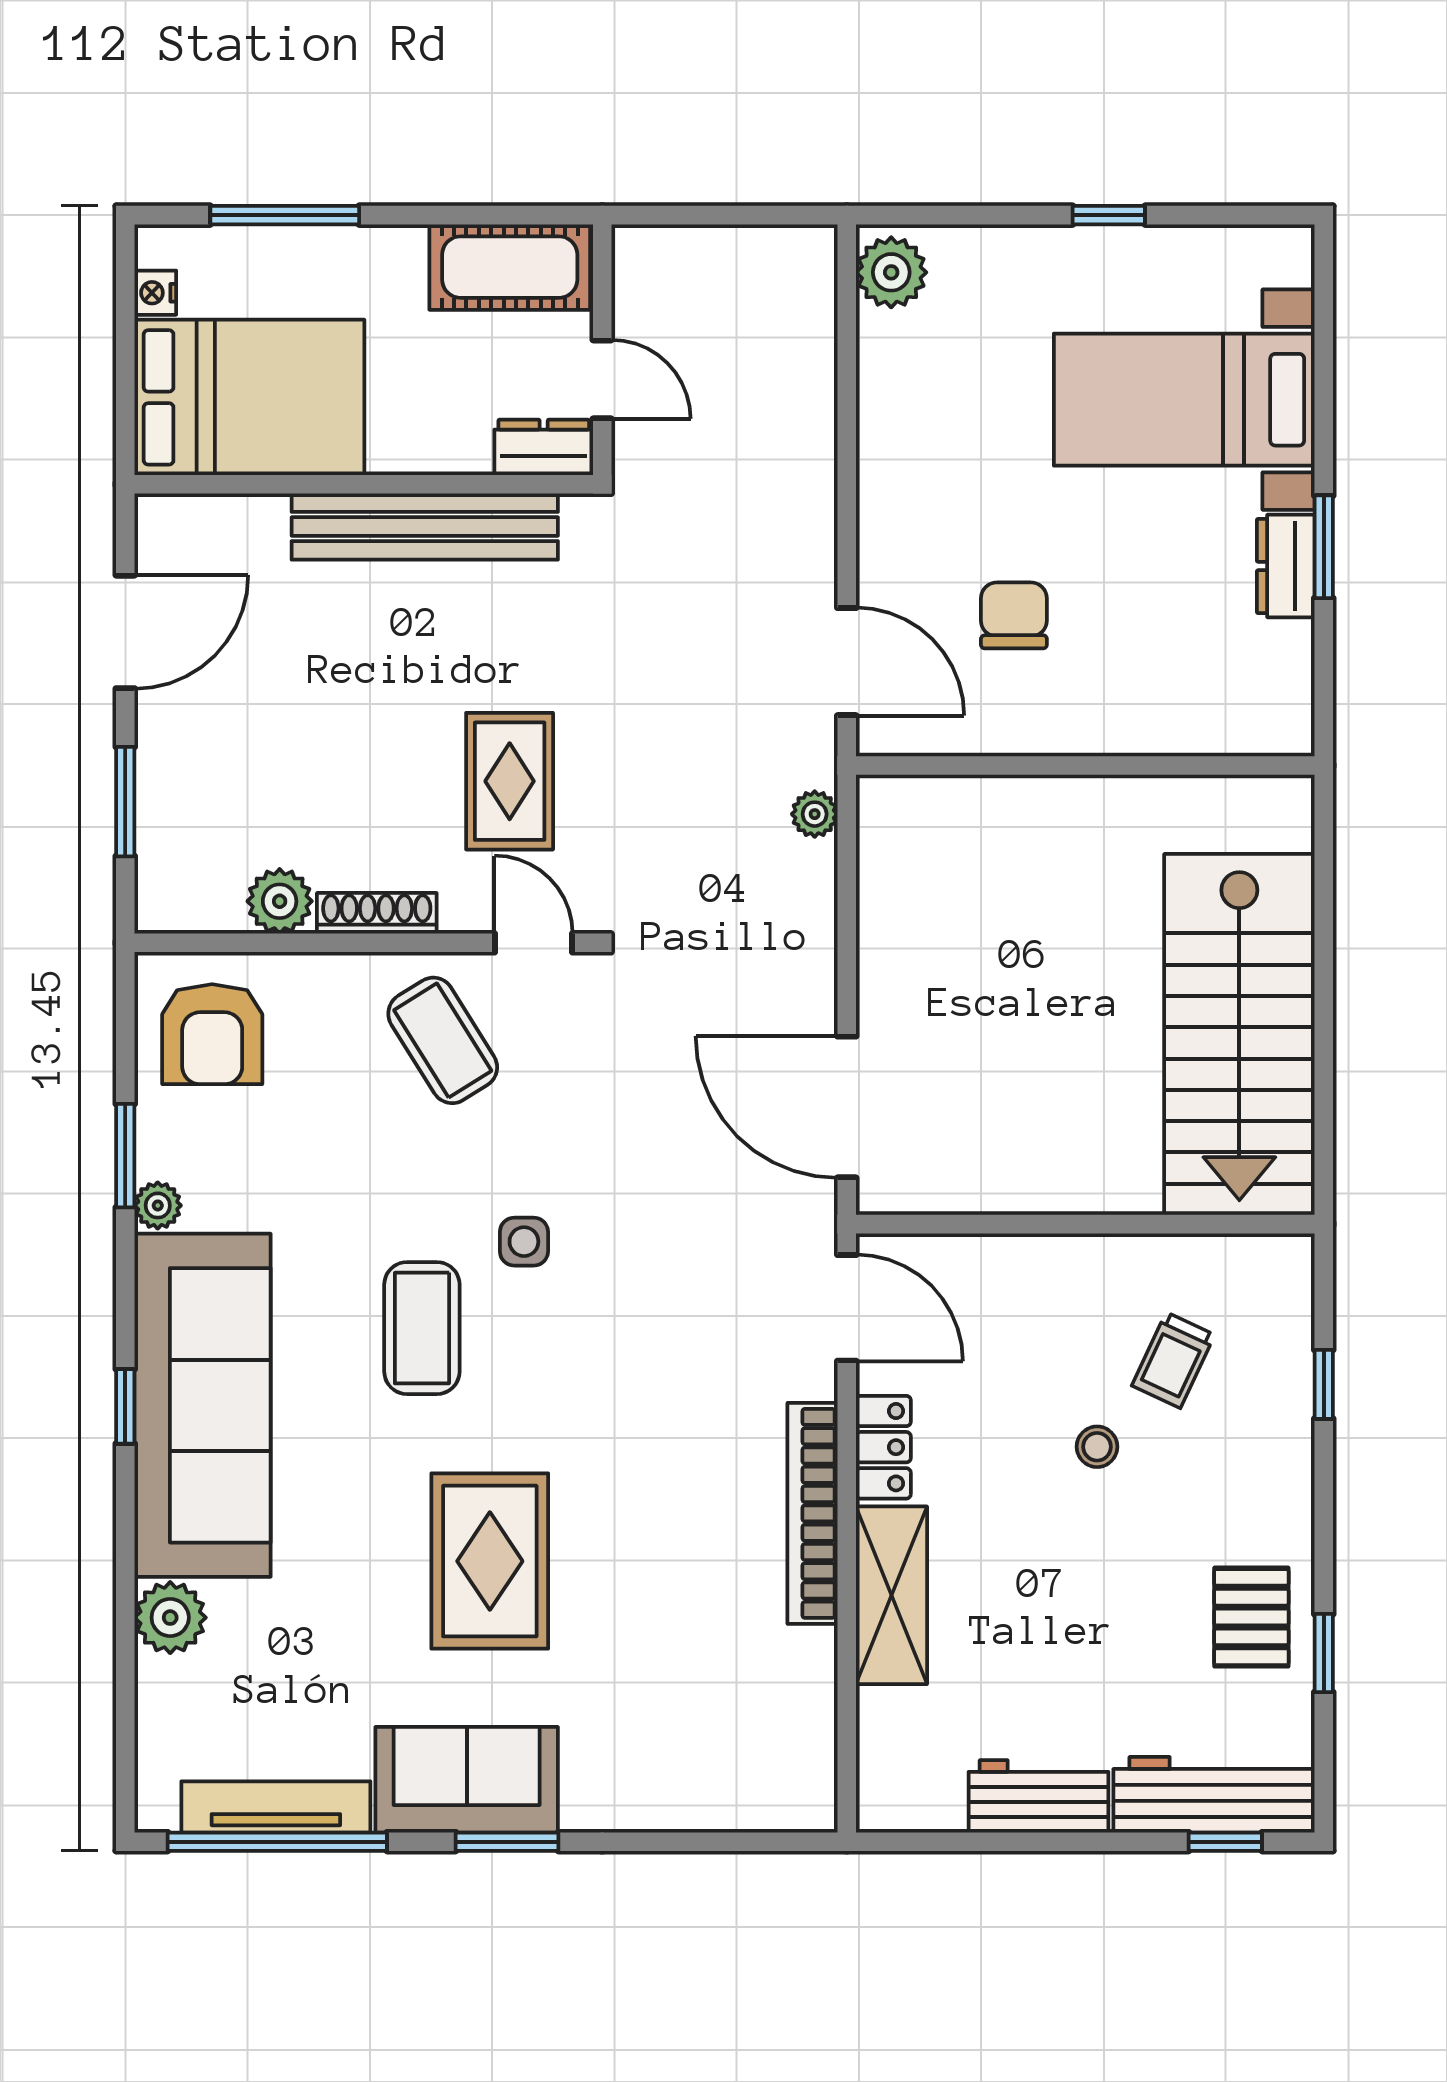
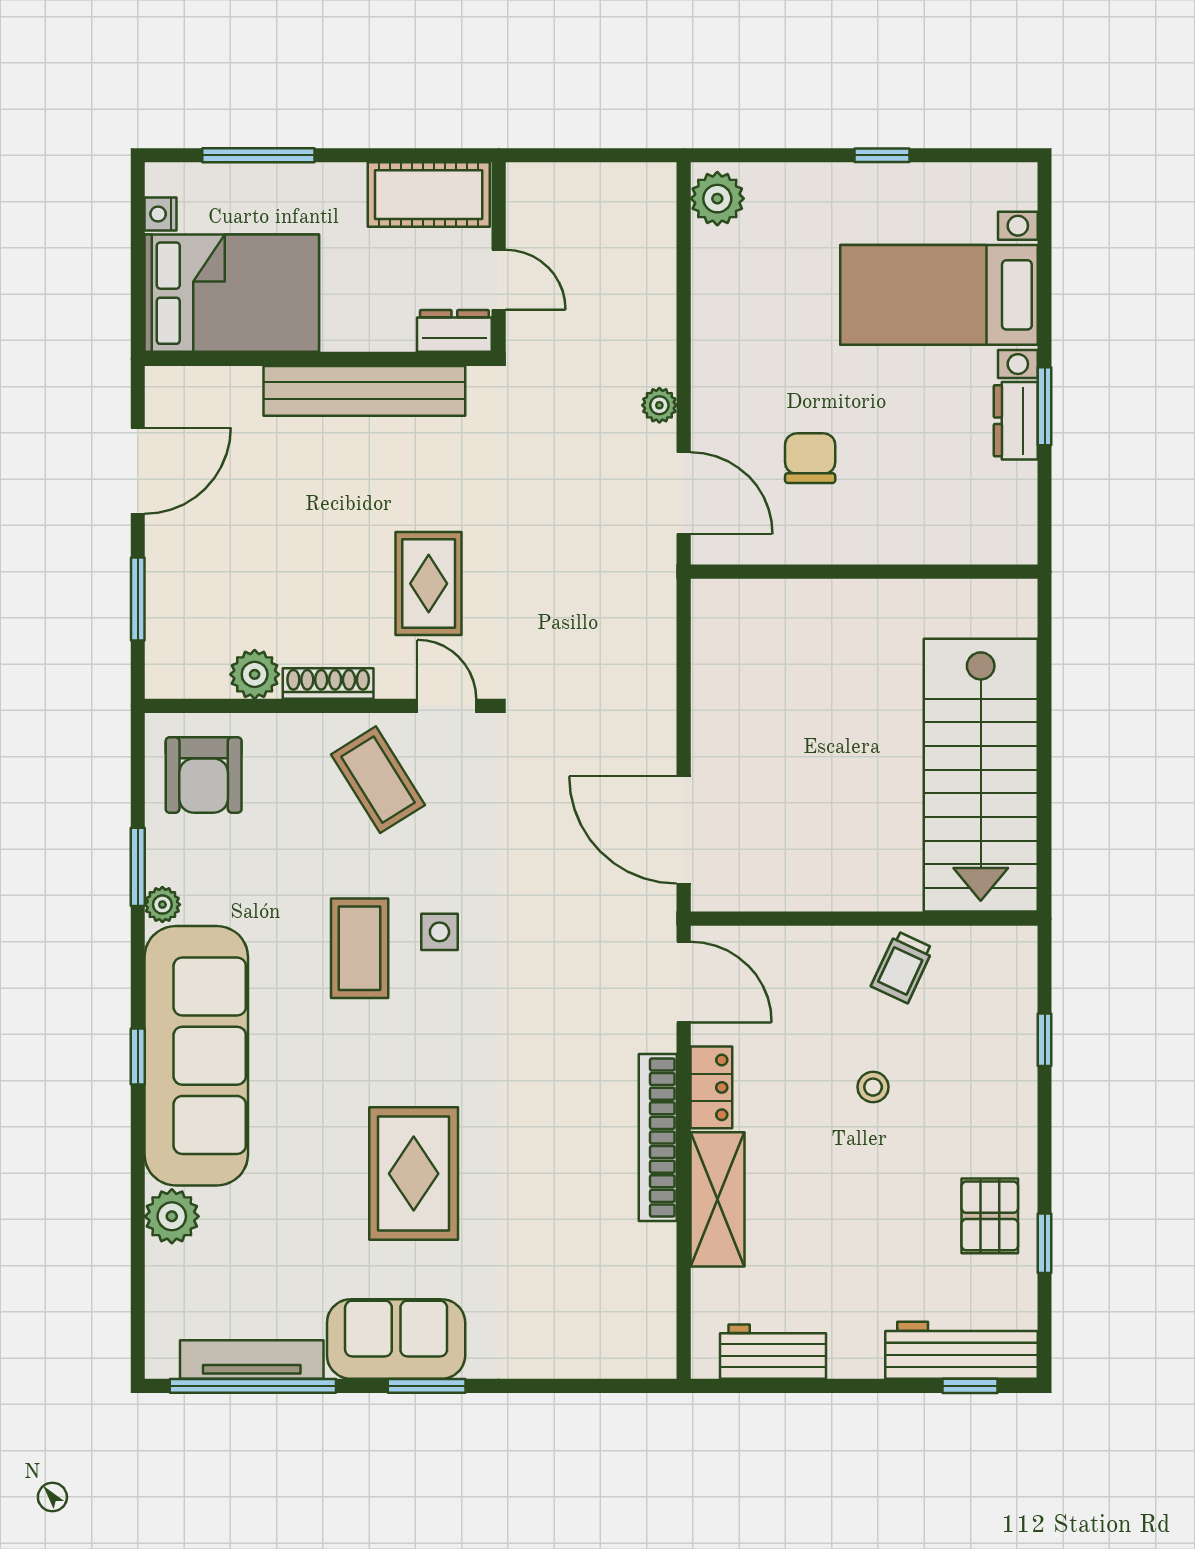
plant: (815, 814) -> (659, 405), moved
coffee table: (422, 1328) -> (360, 948), moved
trolley: (1173, 1360) -> (902, 967), moved
workbench: (1038, 1796) -> (773, 1352), moved

